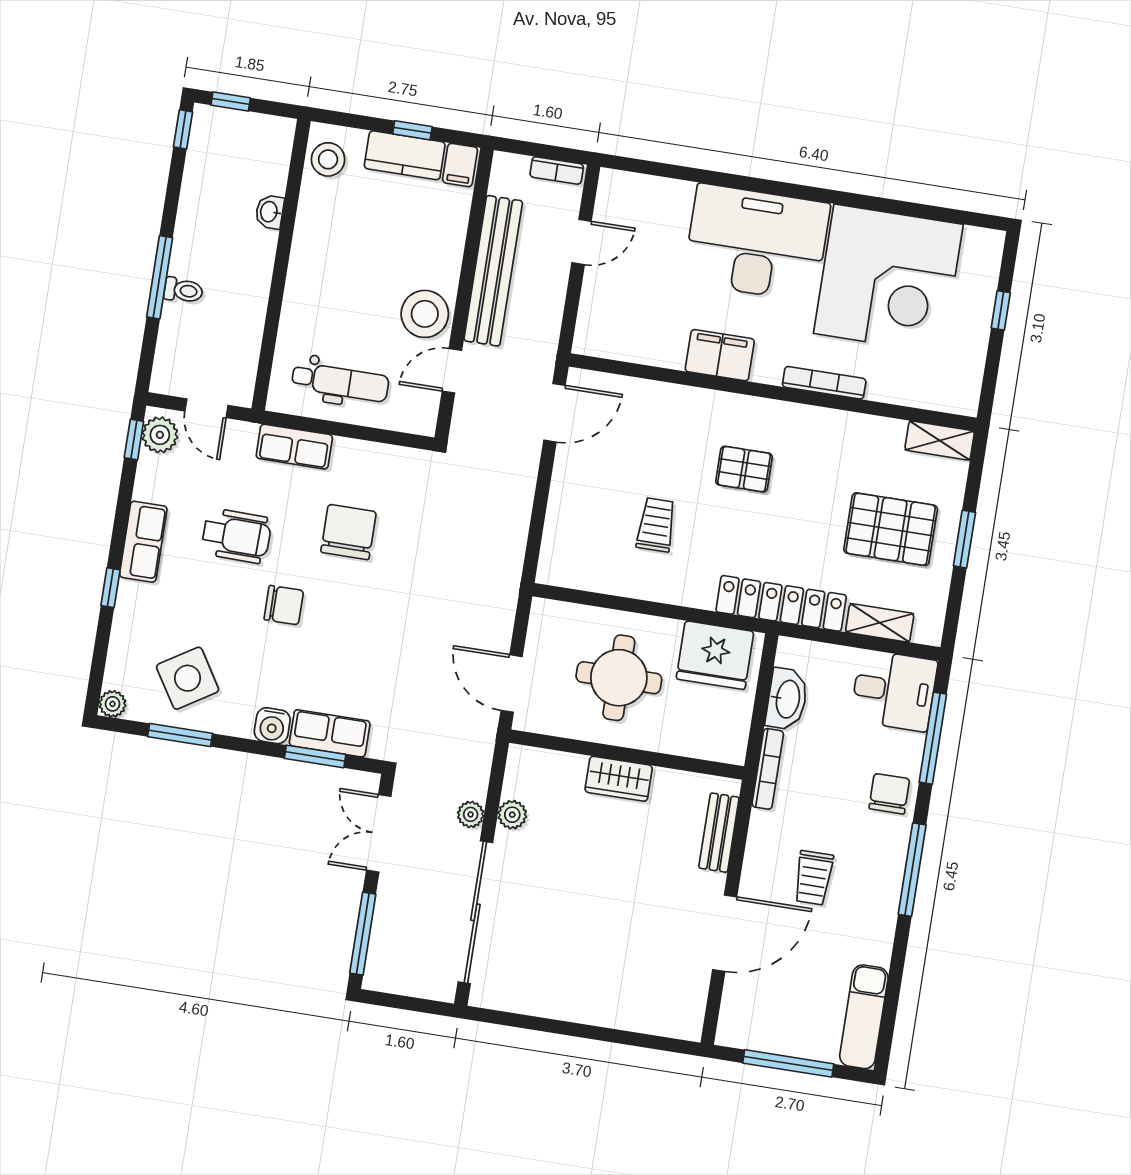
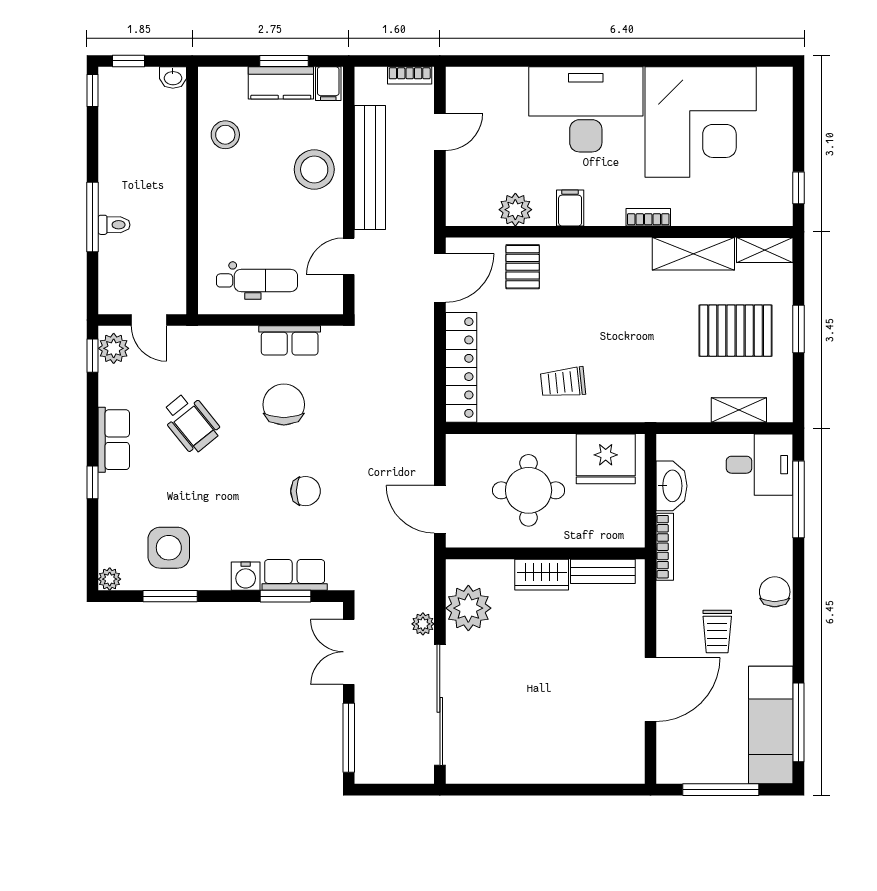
window: (412, 130) -> (284, 61), width x1.50
stool: (328, 159) -> (225, 135), moved
washbasin: (270, 212) -> (173, 78), moved, turned -90
window: (1001, 310) -> (798, 188), moved
stool: (425, 314) -> (314, 169), moved
plant: (655, 347) -> (515, 210), added
filing cabinet: (720, 355) -> (570, 208), width x0.50
bookcase: (824, 383) -> (648, 217), width x0.64
shelving: (856, 432) -> (693, 254), added
row of seats: (294, 447) -> (290, 340), moved
pallet: (744, 469) -> (523, 267), moved, turned 90
trolley: (656, 525) -> (563, 382), moved, turned -96
wheelchair: (237, 536) -> (191, 422), turned 50
locker: (781, 603) -> (461, 367), moved, turned 90
chair: (284, 605) -> (305, 491), moved
side table: (188, 678) -> (169, 548), turned 32
chair: (889, 794) -> (775, 592), moved
plant: (512, 815) -> (468, 608), width x1.88, depth x1.88
bench: (719, 833) -> (603, 571), moved, turned 90
window: (912, 870) -> (798, 722), moved
exam couch: (864, 1017) -> (771, 725), width x1.36, depth x1.45

